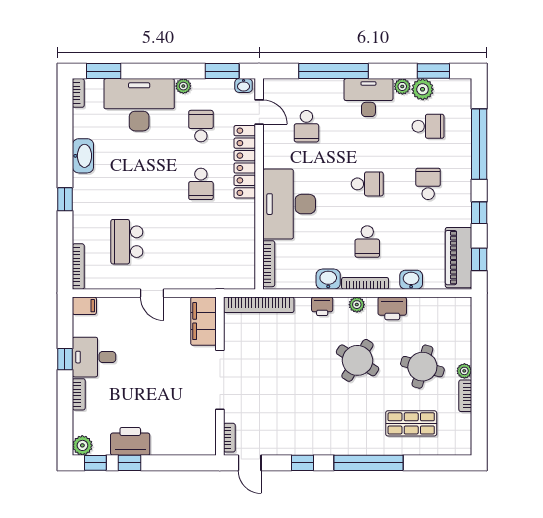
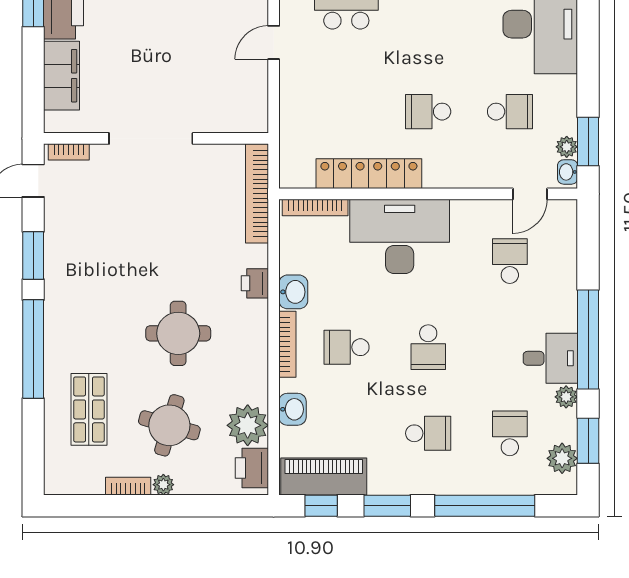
window: (334, 71) -> (588, 339), moved
plant: (183, 86) -> (567, 147), moved
plant: (423, 89) -> (562, 458), moved
desk: (368, 98) -> (550, 358), width x0.73
school desk: (306, 126) -> (510, 261), turned 90
school desk: (428, 126) -> (510, 433), turned 180
locker: (245, 162) -> (369, 174), moved
window: (479, 213) -> (387, 506), width x1.50
plant: (357, 305) -> (248, 425), moved, width x1.87, depth x1.87
printer: (392, 308) -> (252, 468), moved
filing cabinet: (203, 321) -> (62, 76), moved, turned 90
round table: (357, 360) -> (178, 333), turned -32
window: (303, 463) -> (33, 256), width x1.50

